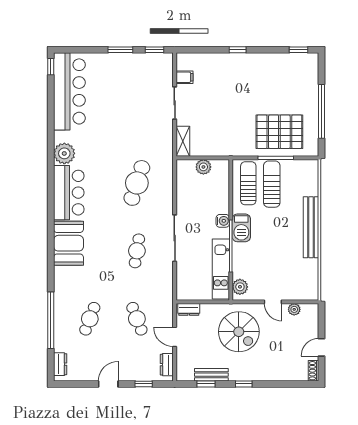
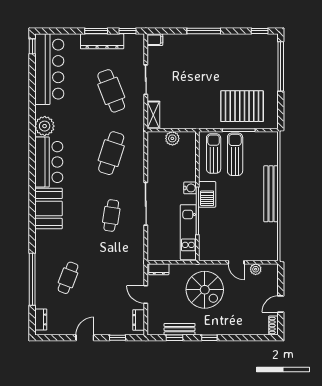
window: (238, 50) -> (204, 31), width x2.17
dresser: (127, 61) -> (102, 41), added
filing cabinet: (184, 77) -> (155, 40), moved
window: (321, 111) -> (281, 66), moved
plant: (240, 287) -> (206, 248), removed
cafe table: (137, 319) -> (111, 91), moved, width x1.37, depth x1.35

